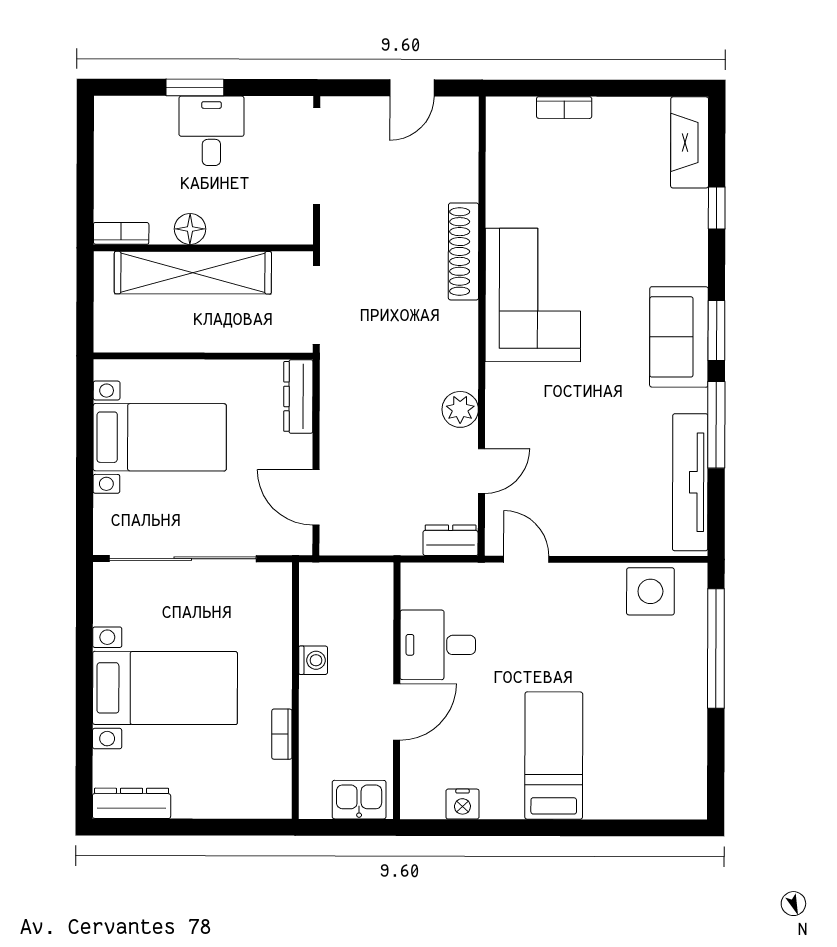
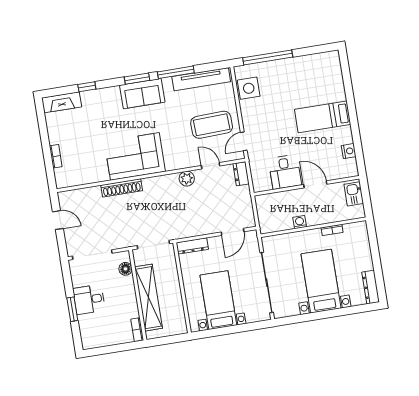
floor lamp: (190, 229) -> (125, 269), moved
coffee table: (578, 489) -> (212, 125), added

